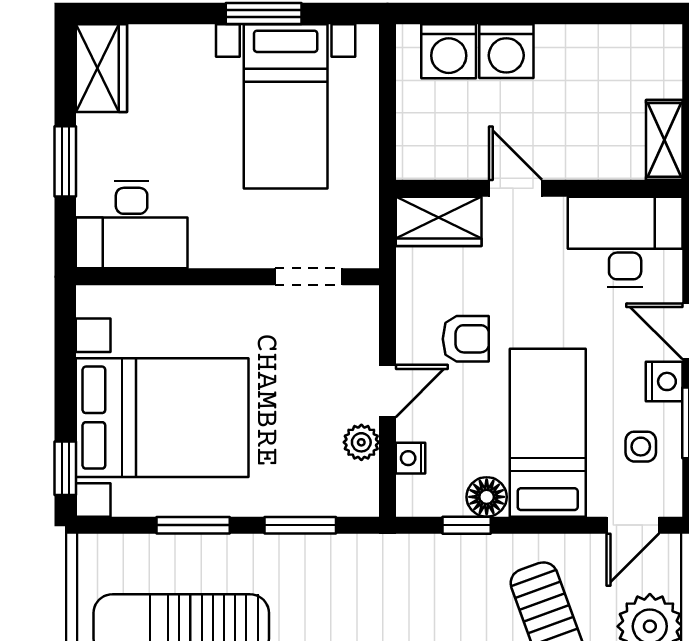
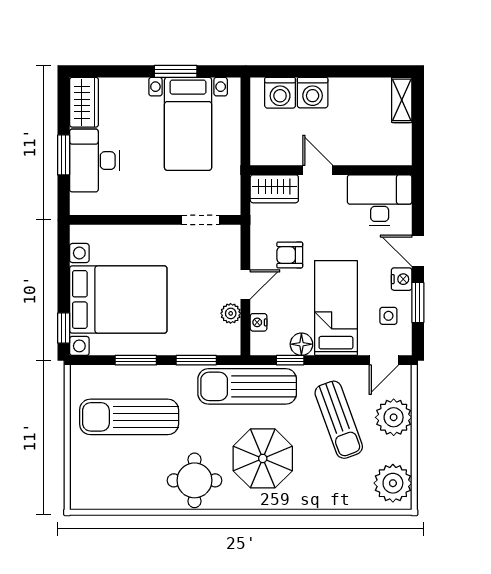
shelving: (664, 140) -> (402, 100), moved
desk: (132, 224) -> (94, 161), moved, turned 90
armchair: (466, 339) -> (290, 255), turned 180
sun lounger: (390, 572) -> (247, 386), added

